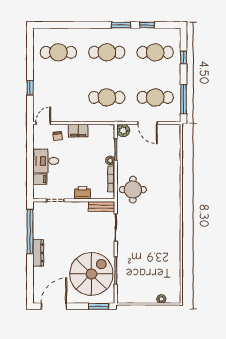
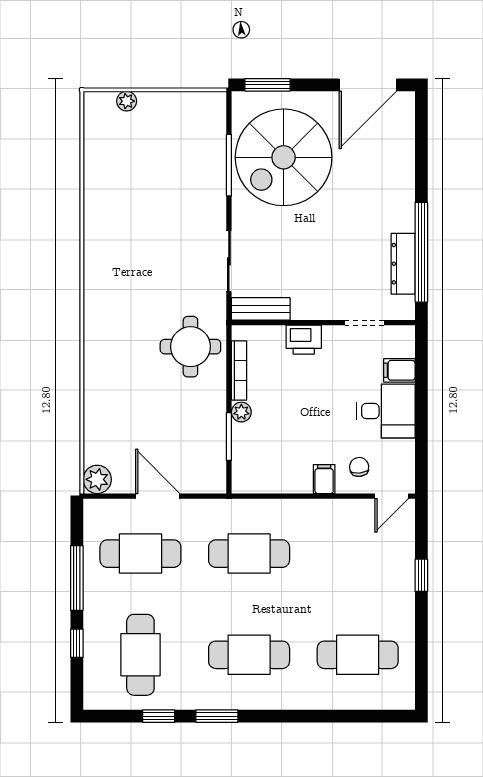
cafe table: (155, 52) -> (140, 655), turned 90
window: (184, 99) -> (77, 578), moved
plant: (123, 130) -> (97, 479), moved
filing cabinet: (78, 131) -> (324, 479), width x0.50
dresser: (38, 253) -> (403, 264), moved

